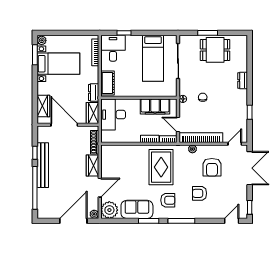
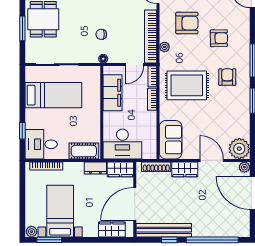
bench: (43, 165) -> (164, 230), moved
armchair: (200, 193) -> (219, 38), turned -91
sofa: (137, 209) -> (171, 140), moved, turned 180

